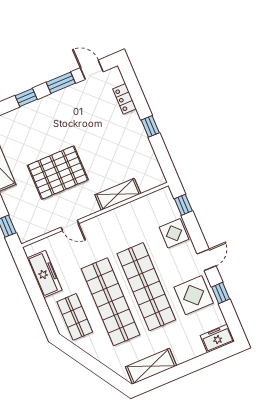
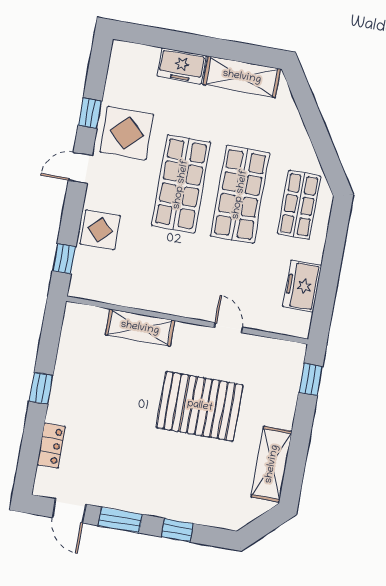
freezer: (44, 274) -> (302, 286), width x0.71
shop shelf: (146, 287) -> (181, 184), width x0.71
shop shelf: (110, 302) -> (240, 194), width x0.71
freezer: (217, 338) -> (182, 66), moved

